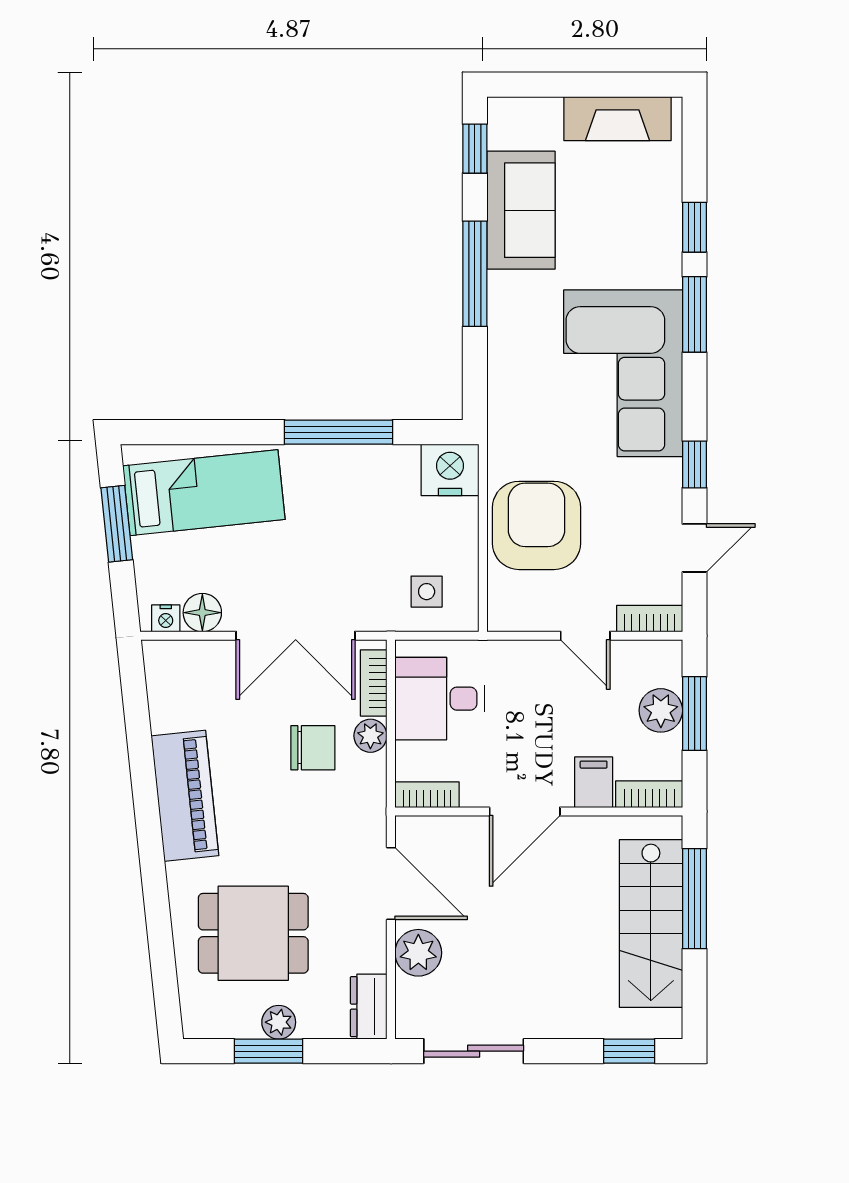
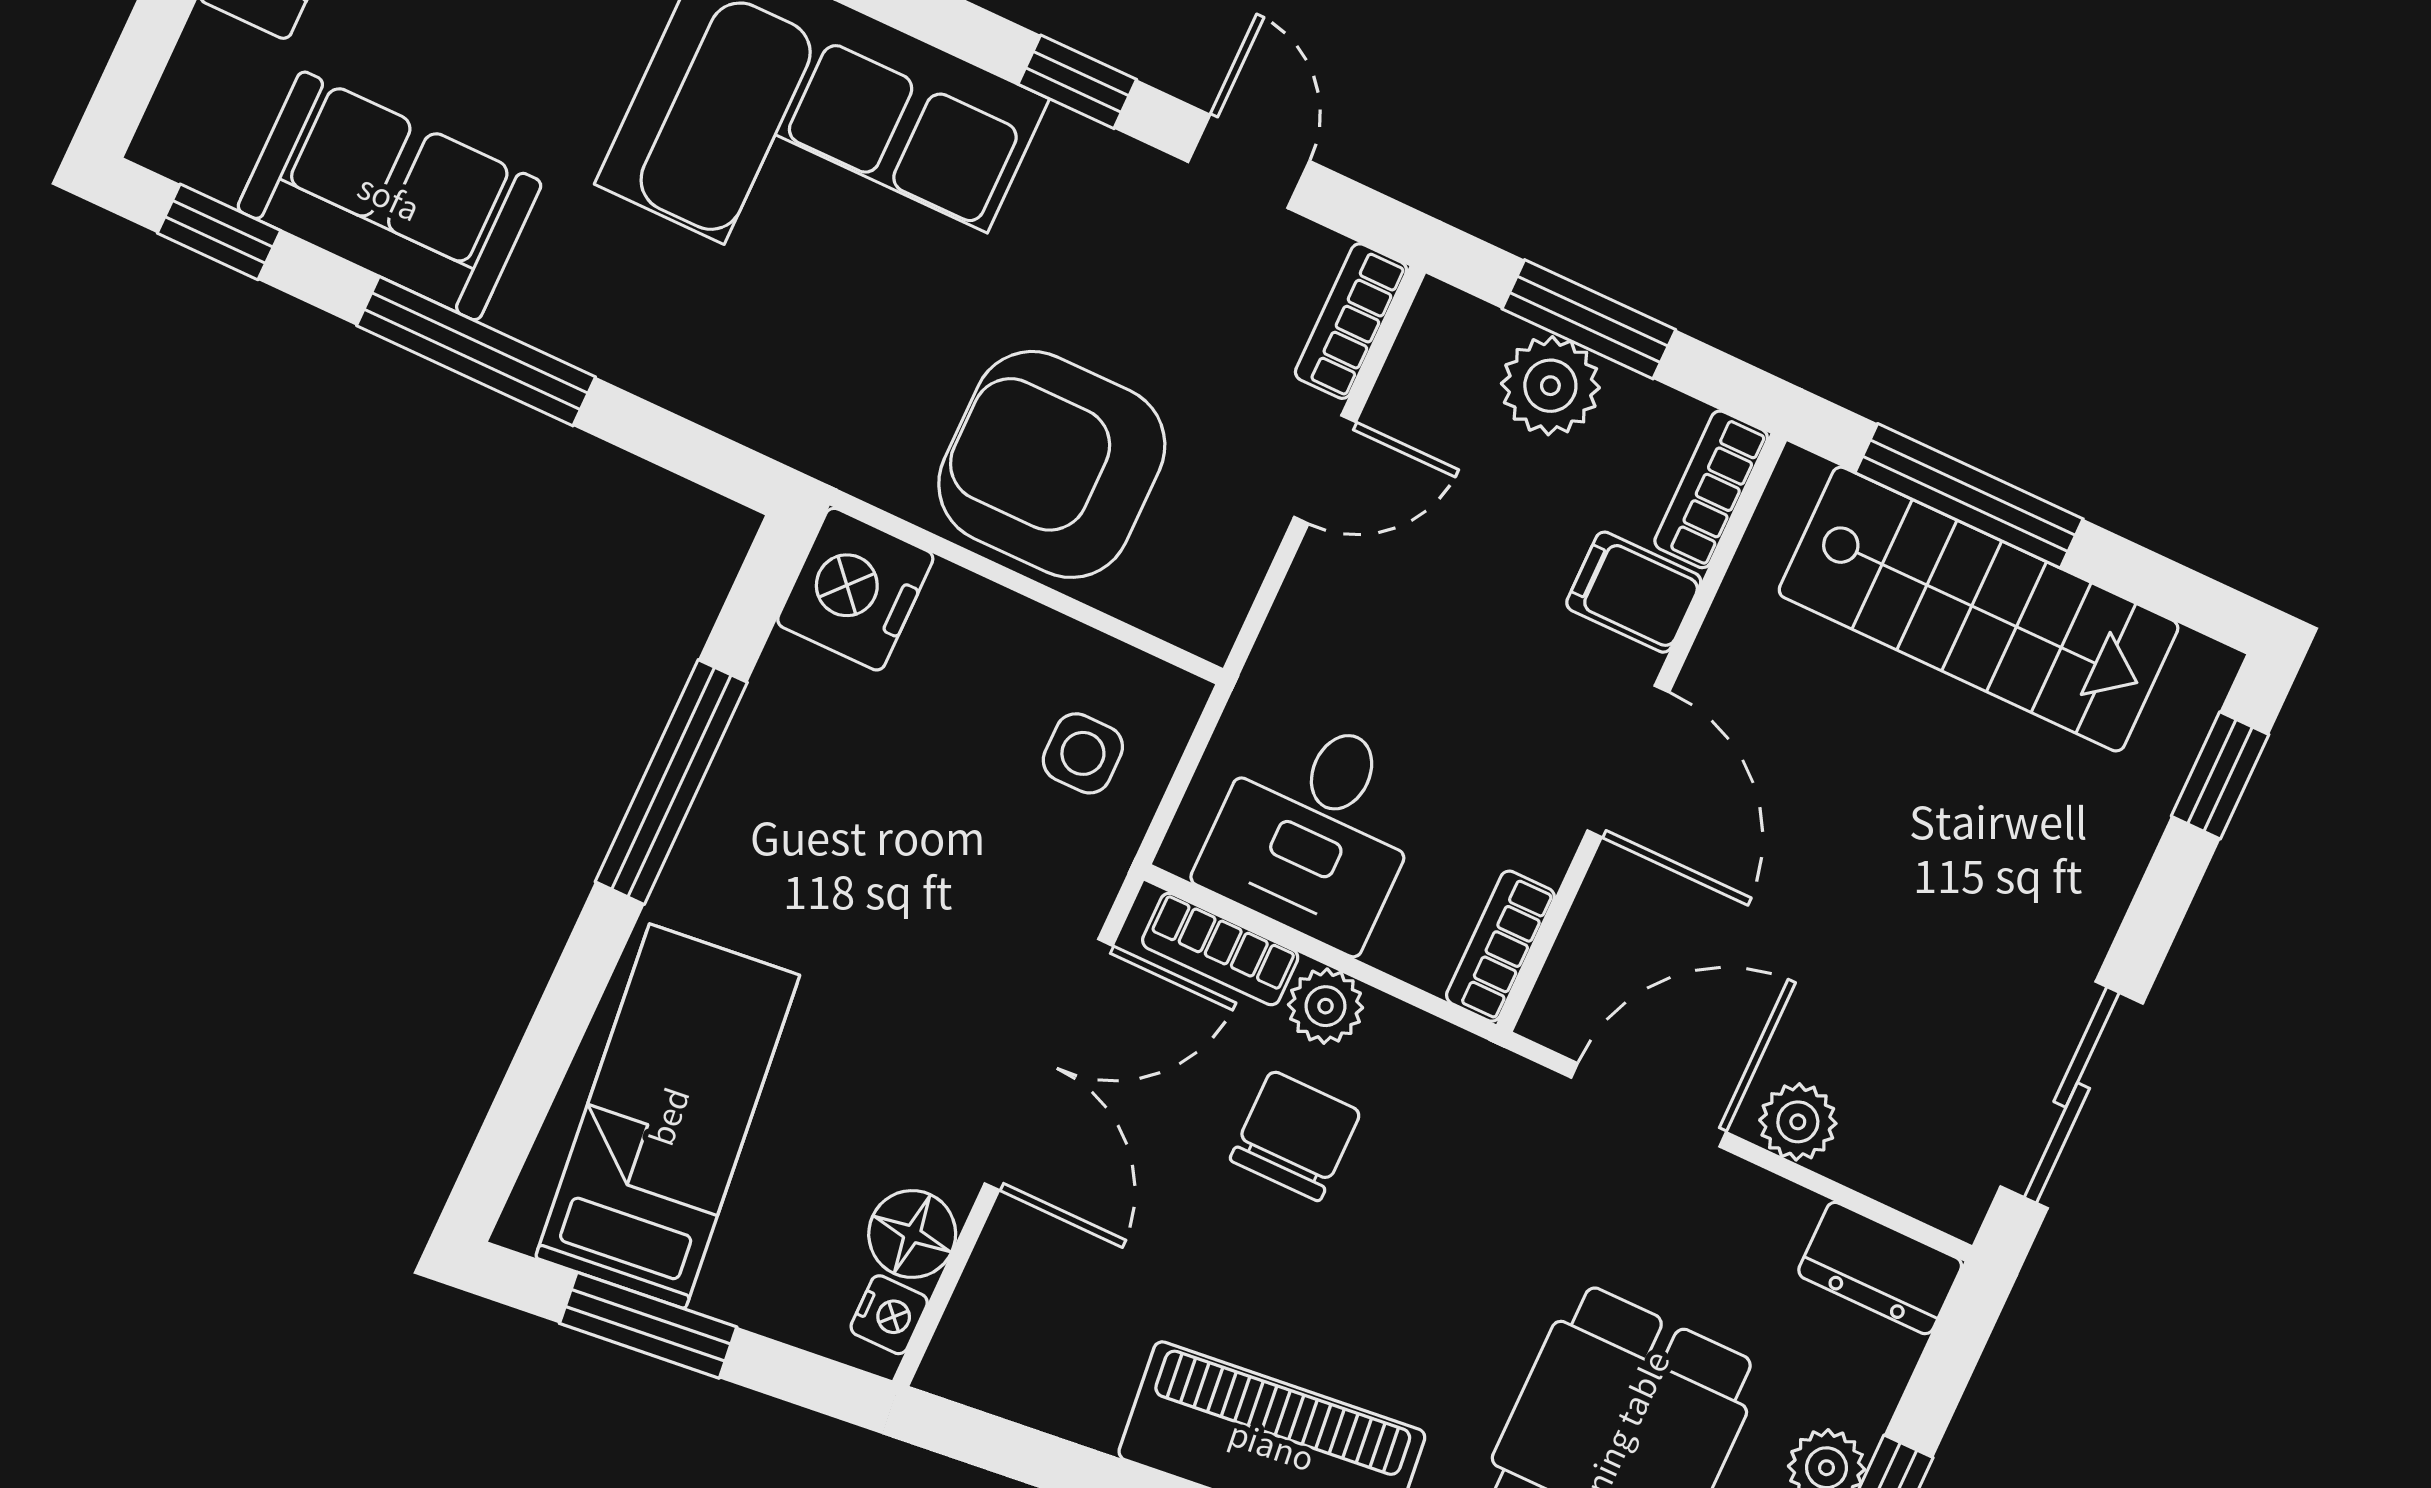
plant: (418, 953) -> (1798, 1122), width x0.73, depth x0.73

